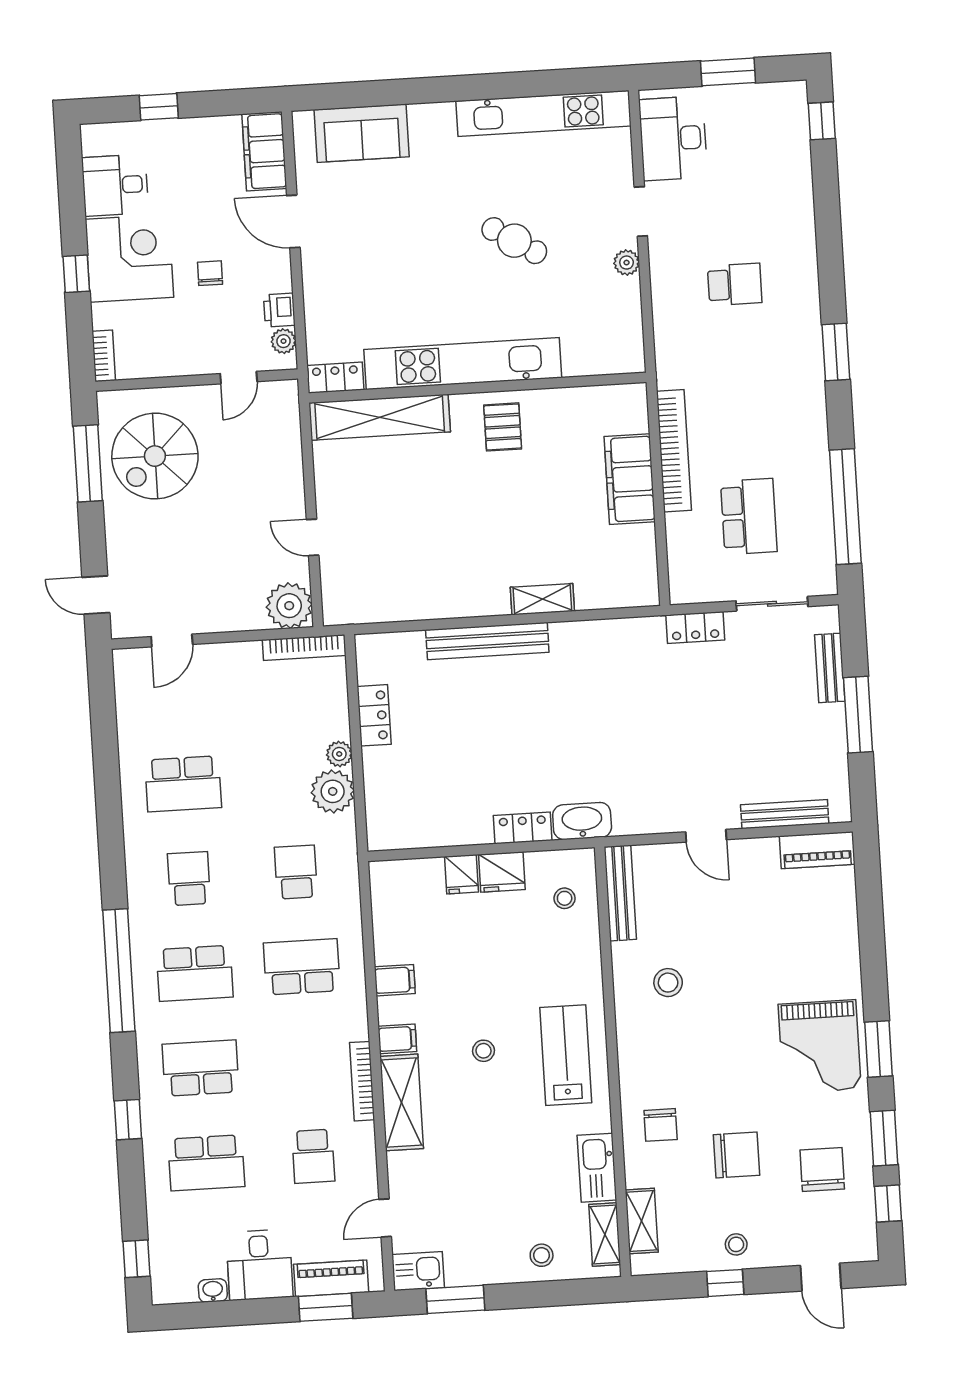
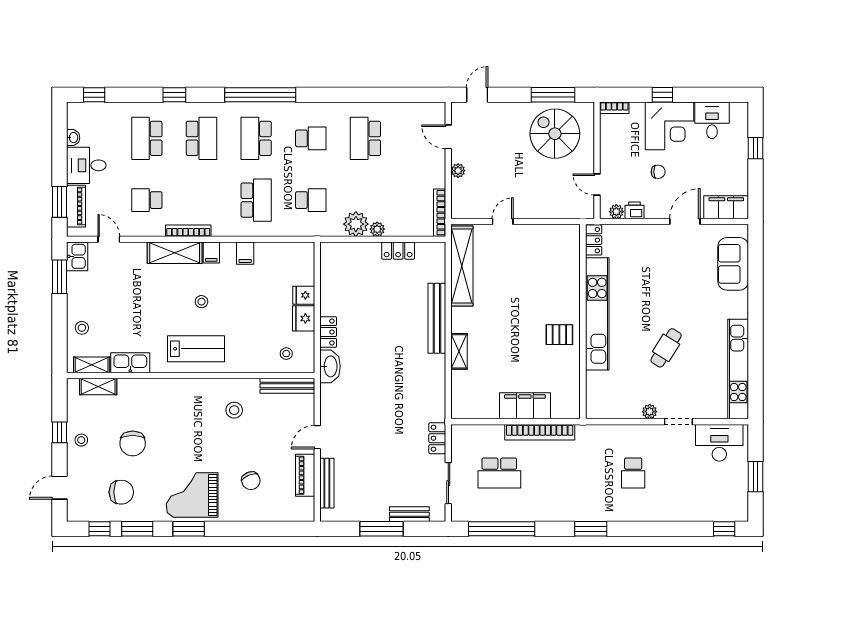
shelving: (380, 417) -> (462, 266), moved
plant: (289, 606) -> (458, 171), moved, width x0.53, depth x0.53
piano: (817, 850) -> (305, 475), moved
chair: (661, 1125) -> (251, 481), moved, turned -112

